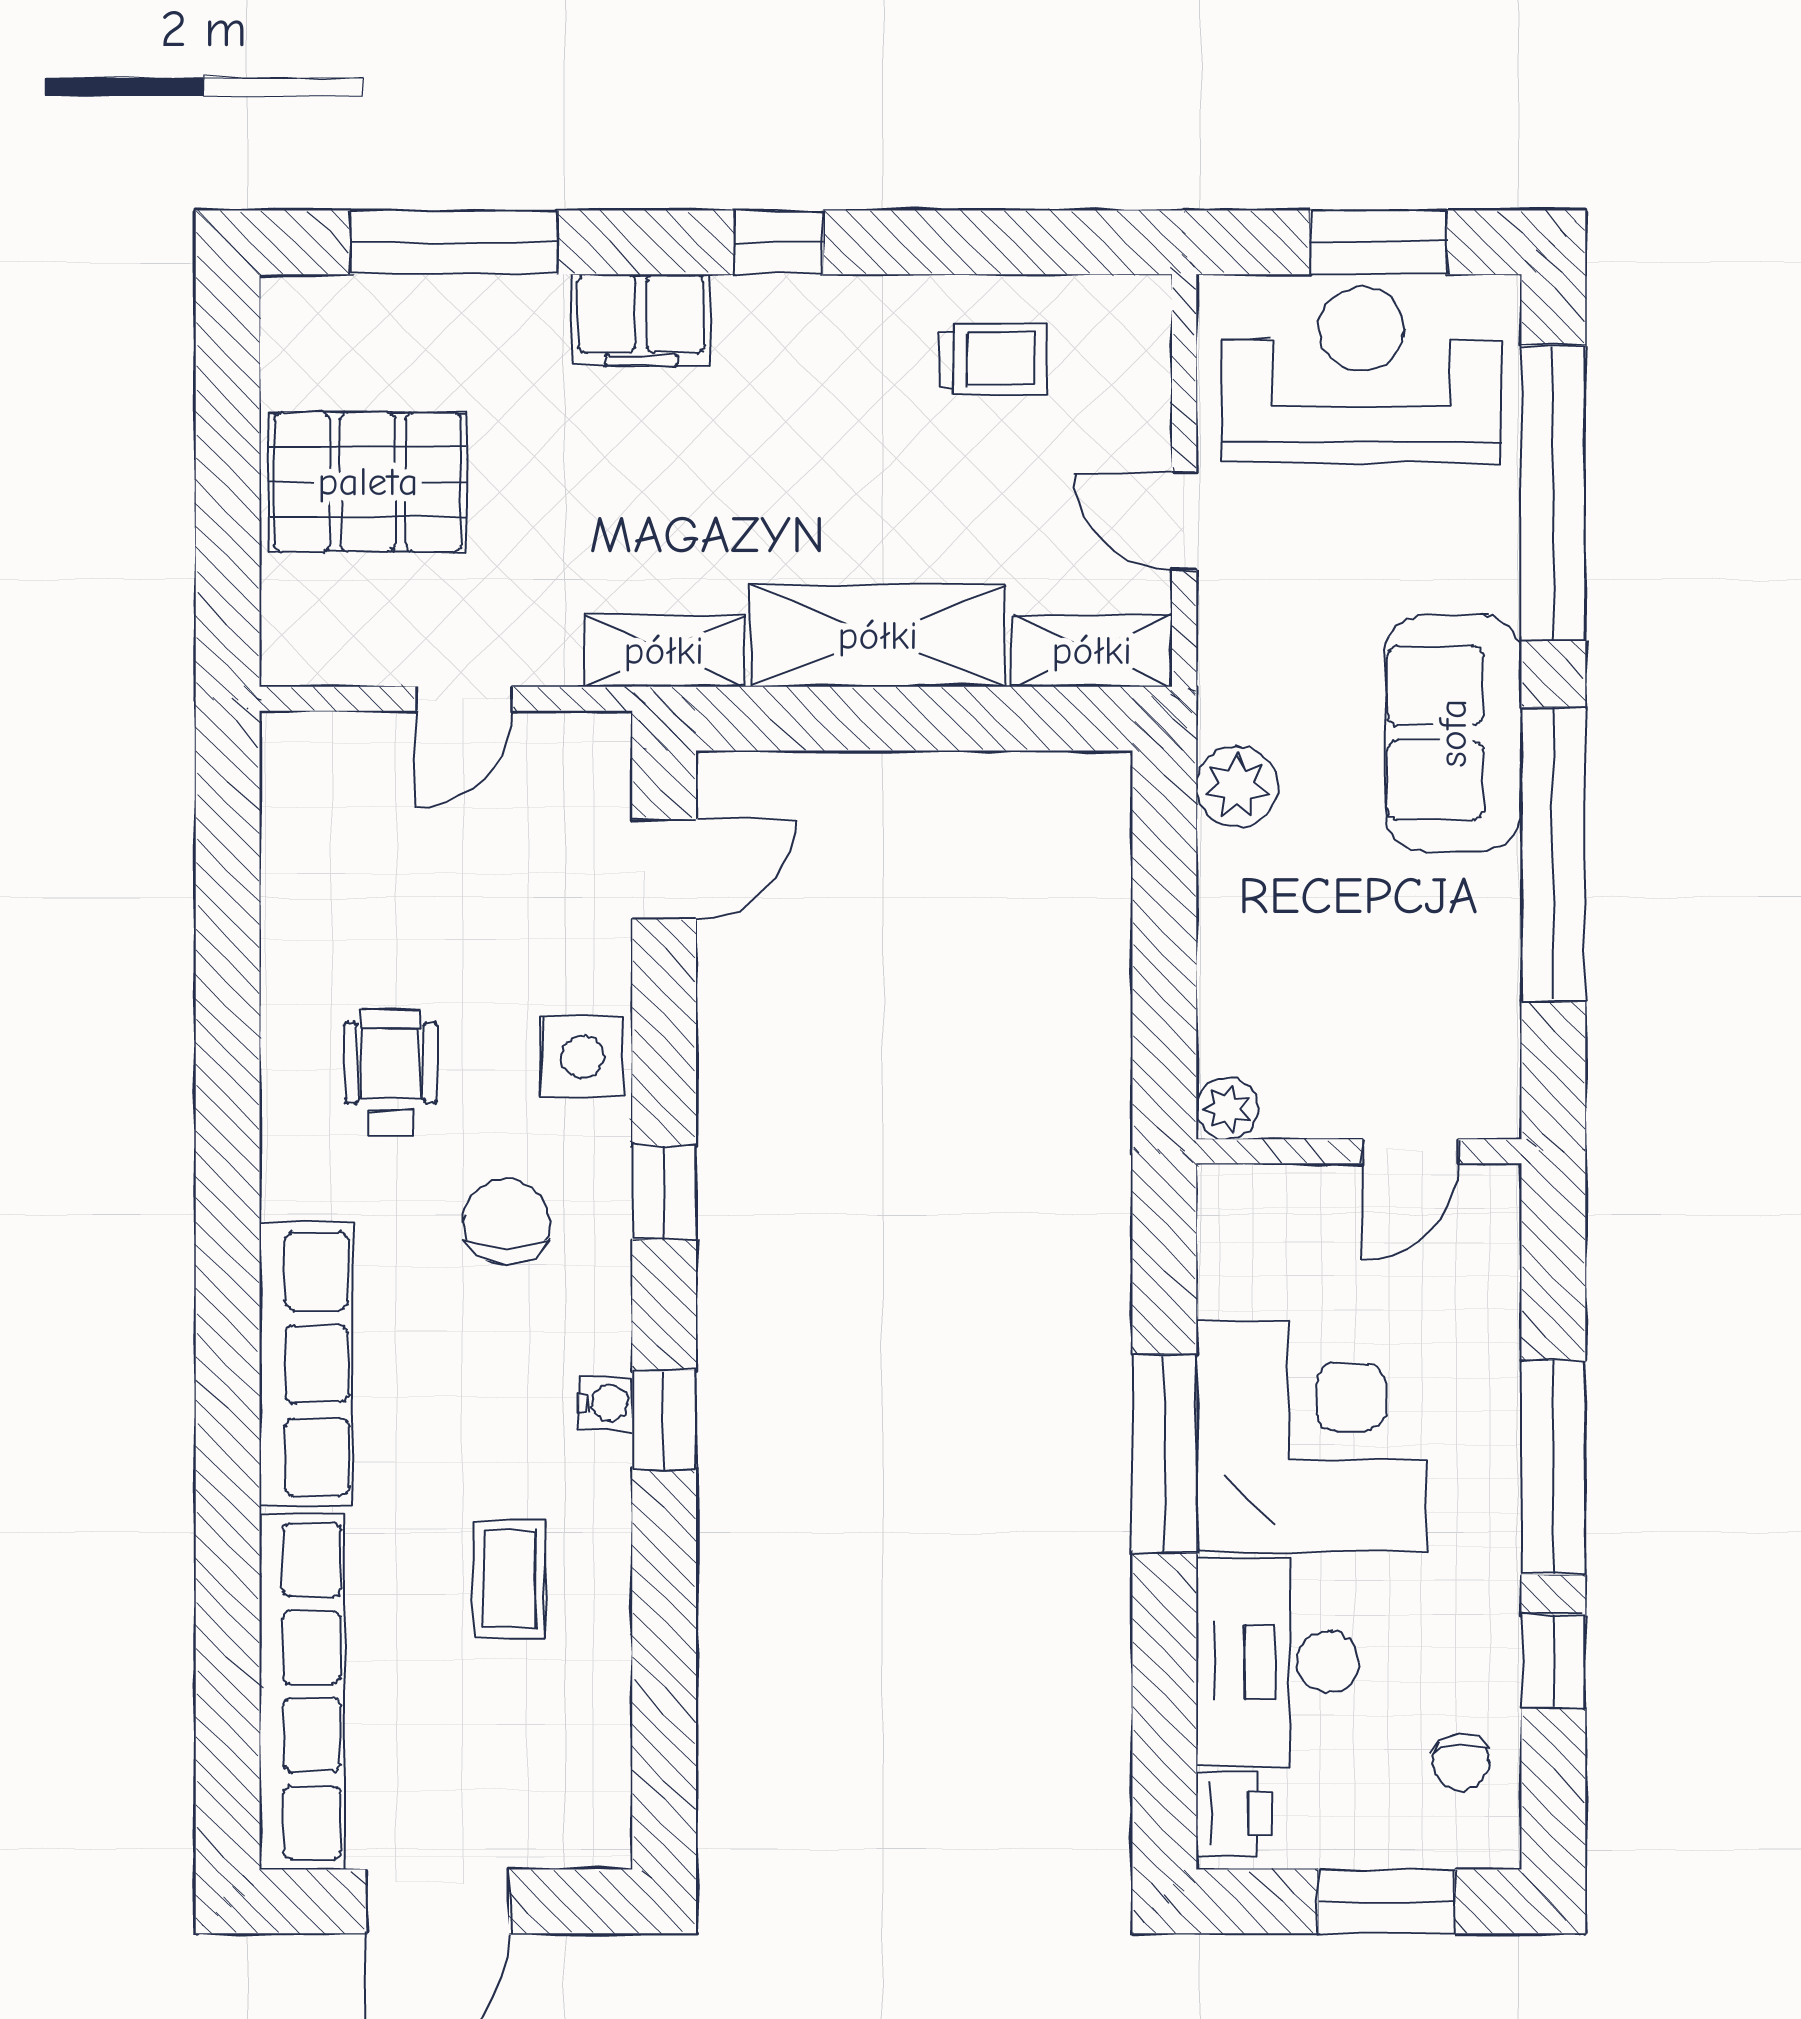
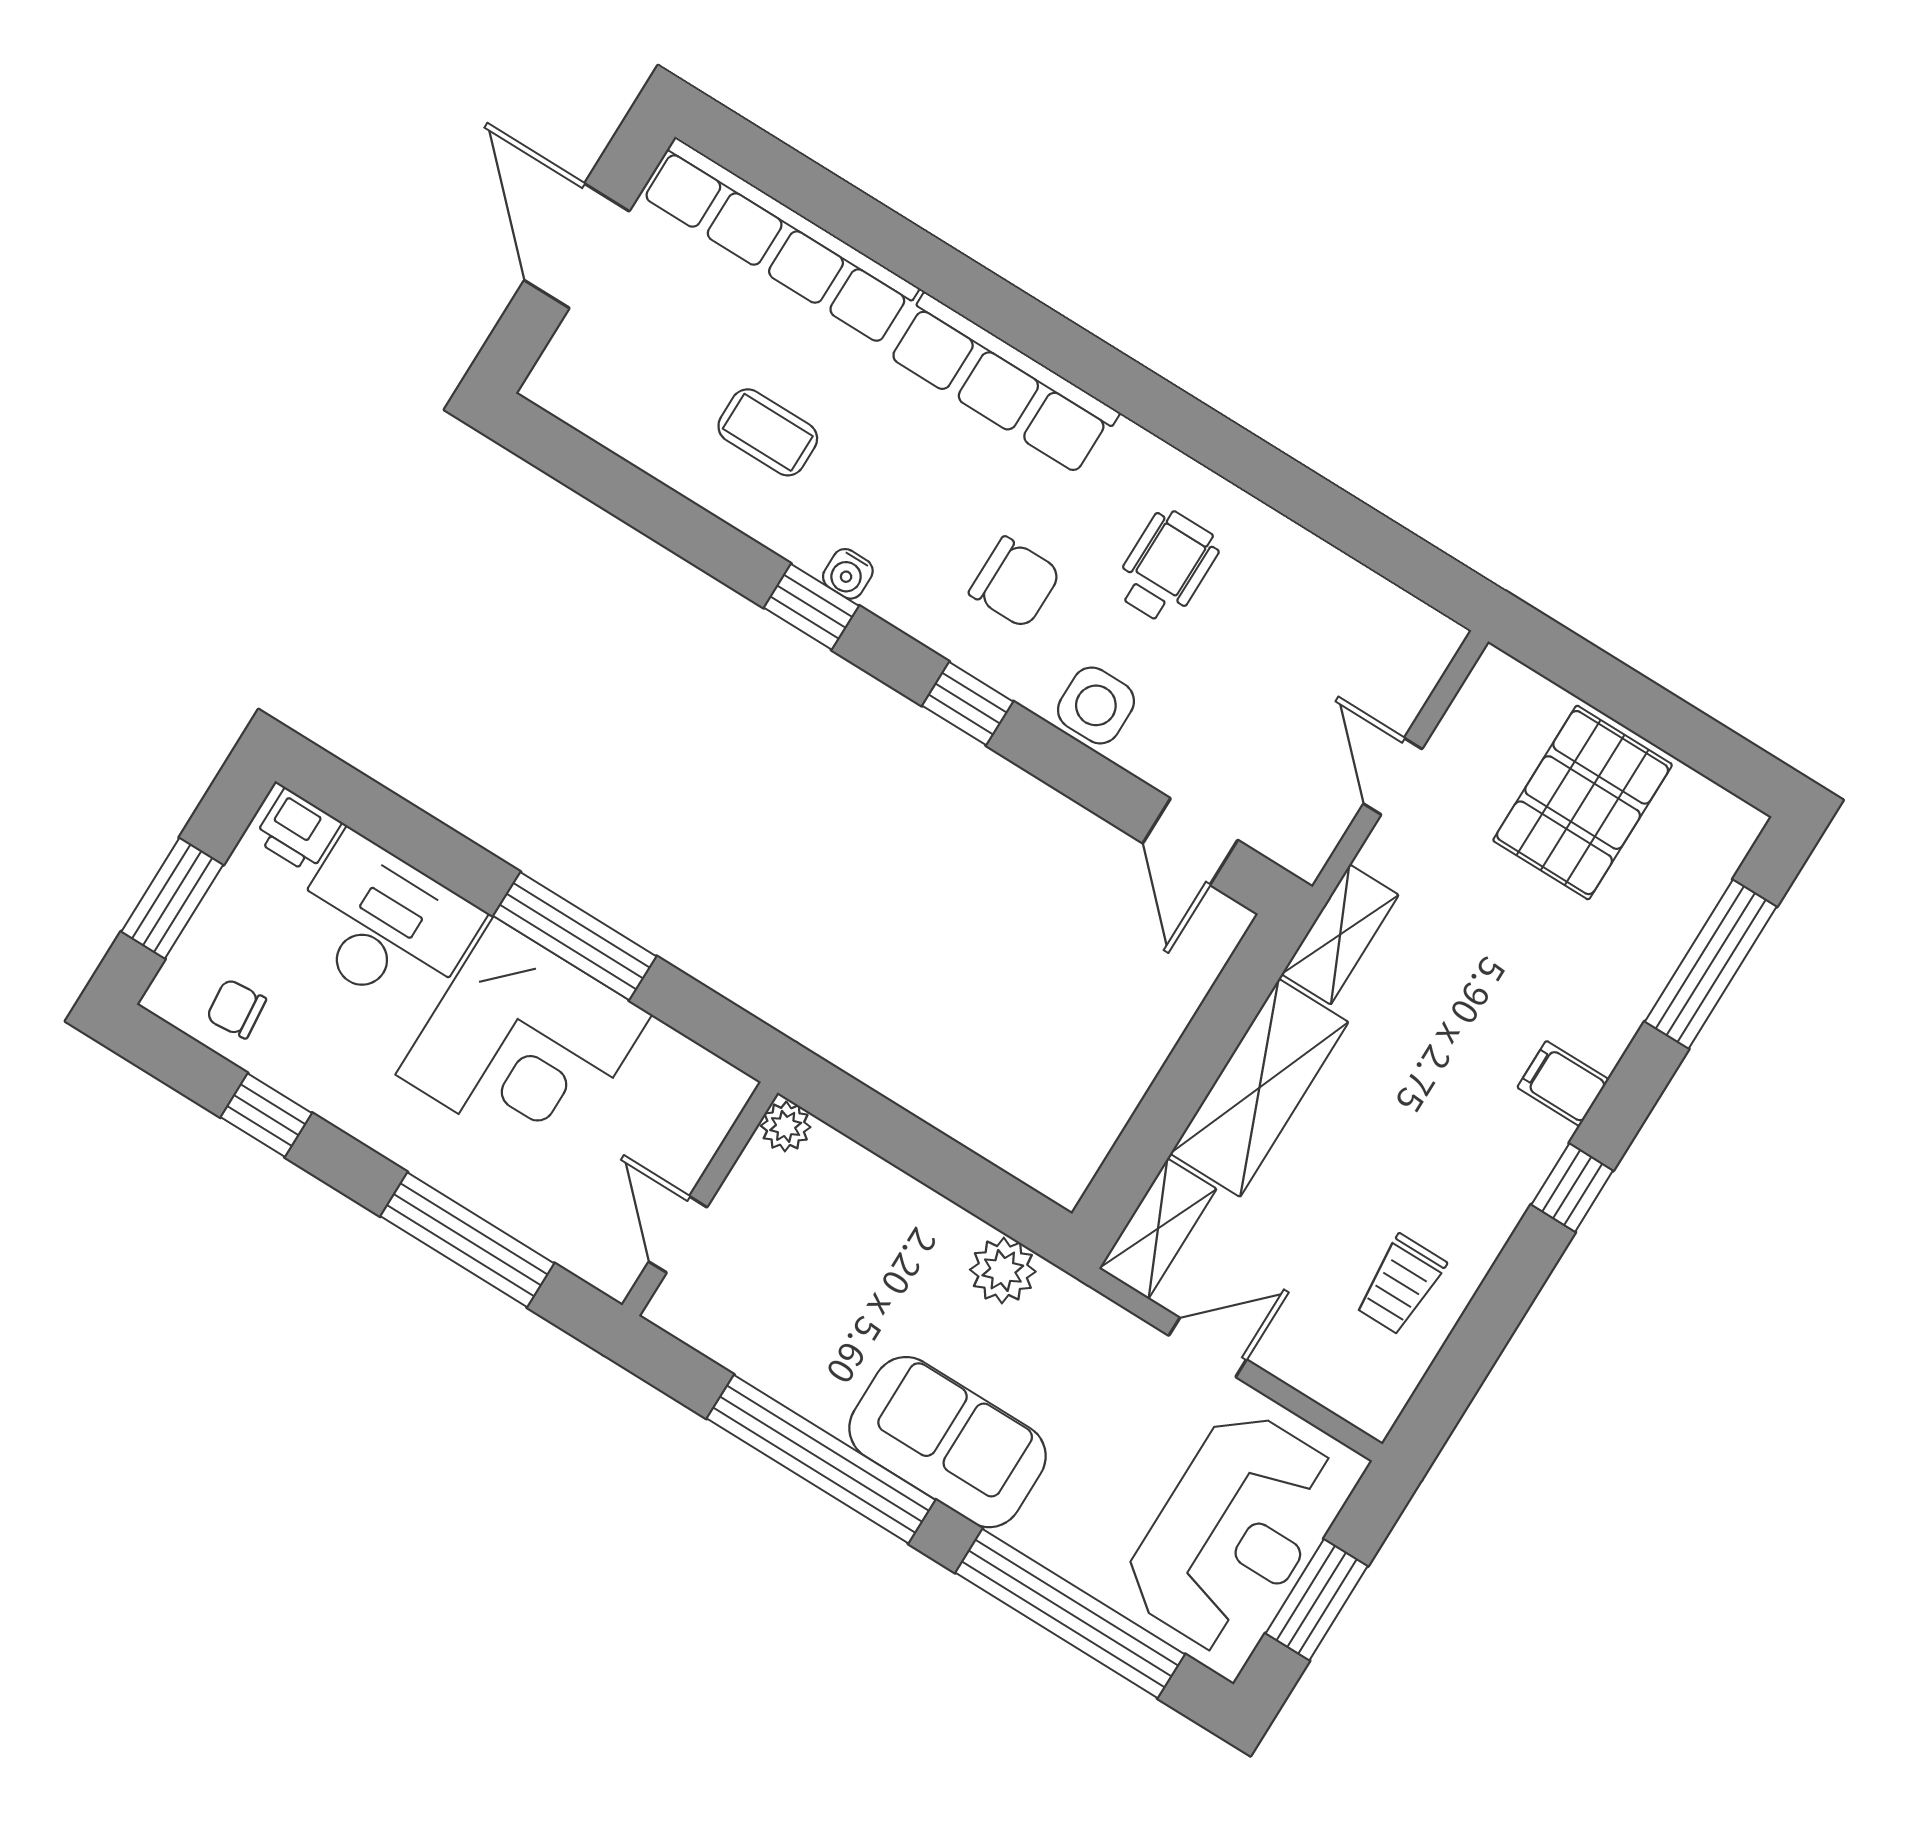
filing cabinet: (641, 320) -> (1563, 1083), width x0.50
wheelchair: (391, 1073) -> (1167, 566), turned -90
window: (1553, 1468) -> (467, 1240), moved

